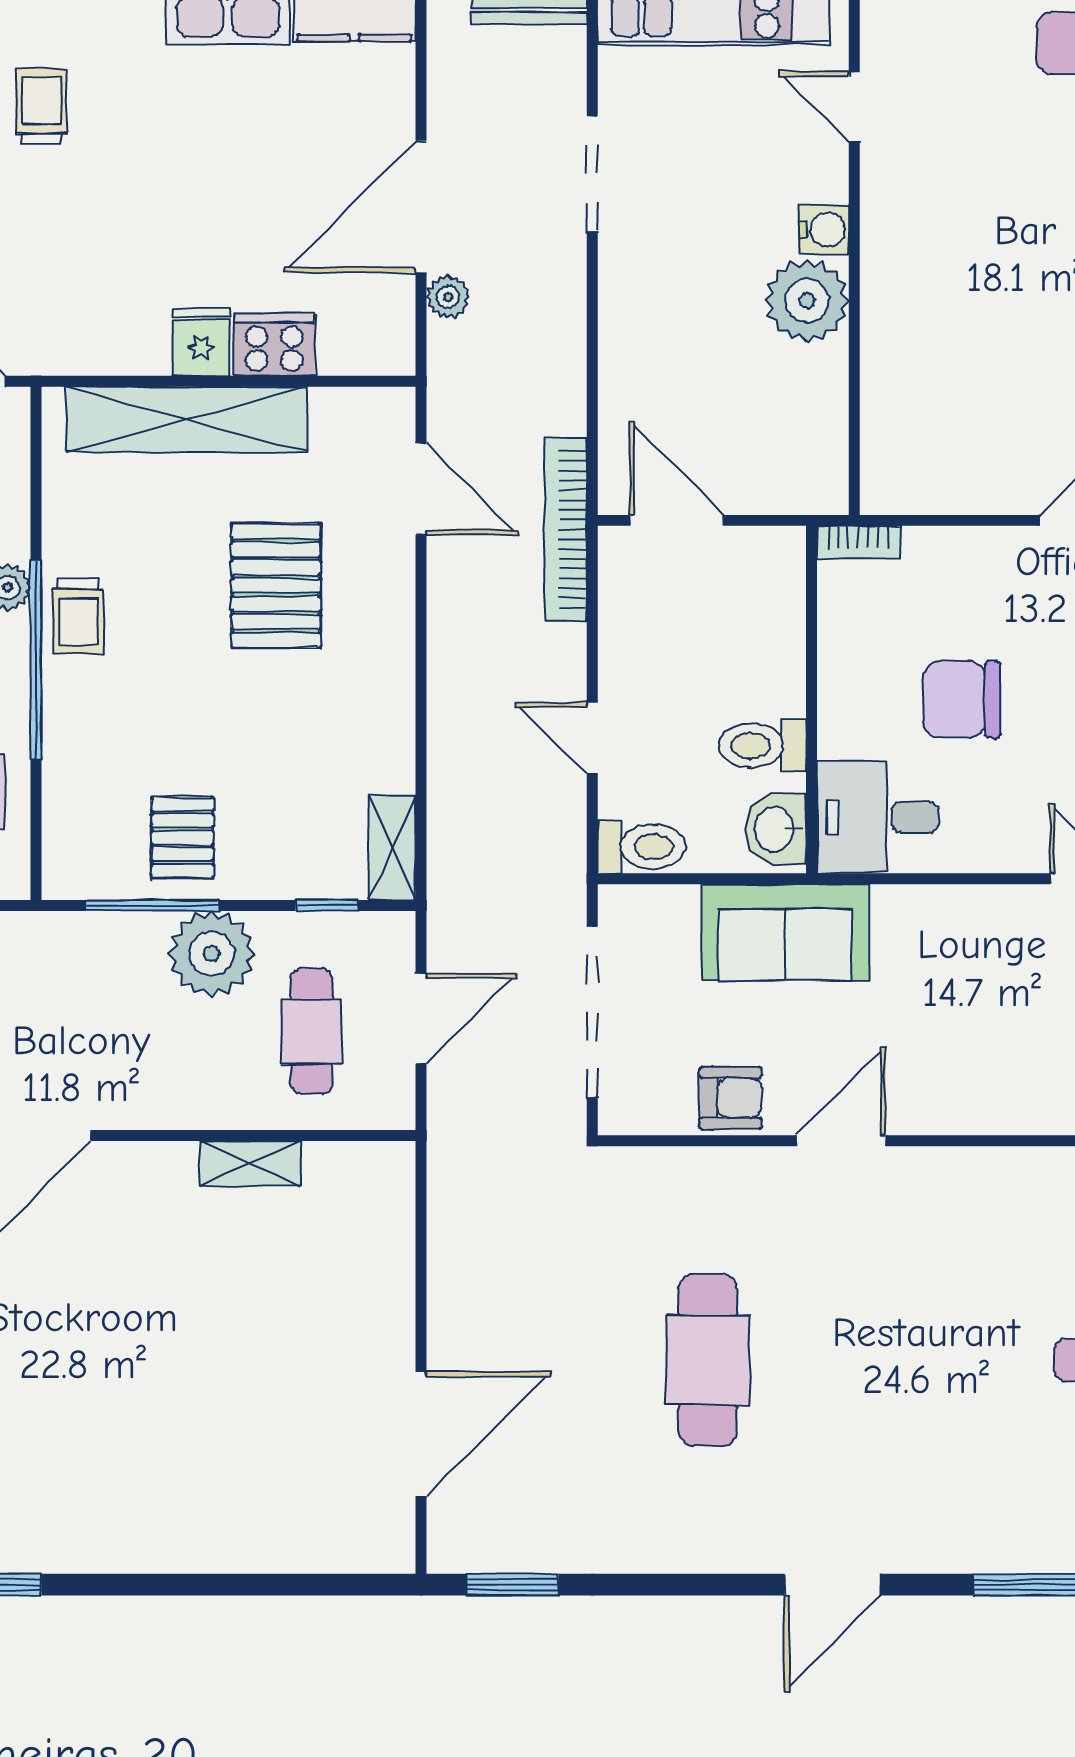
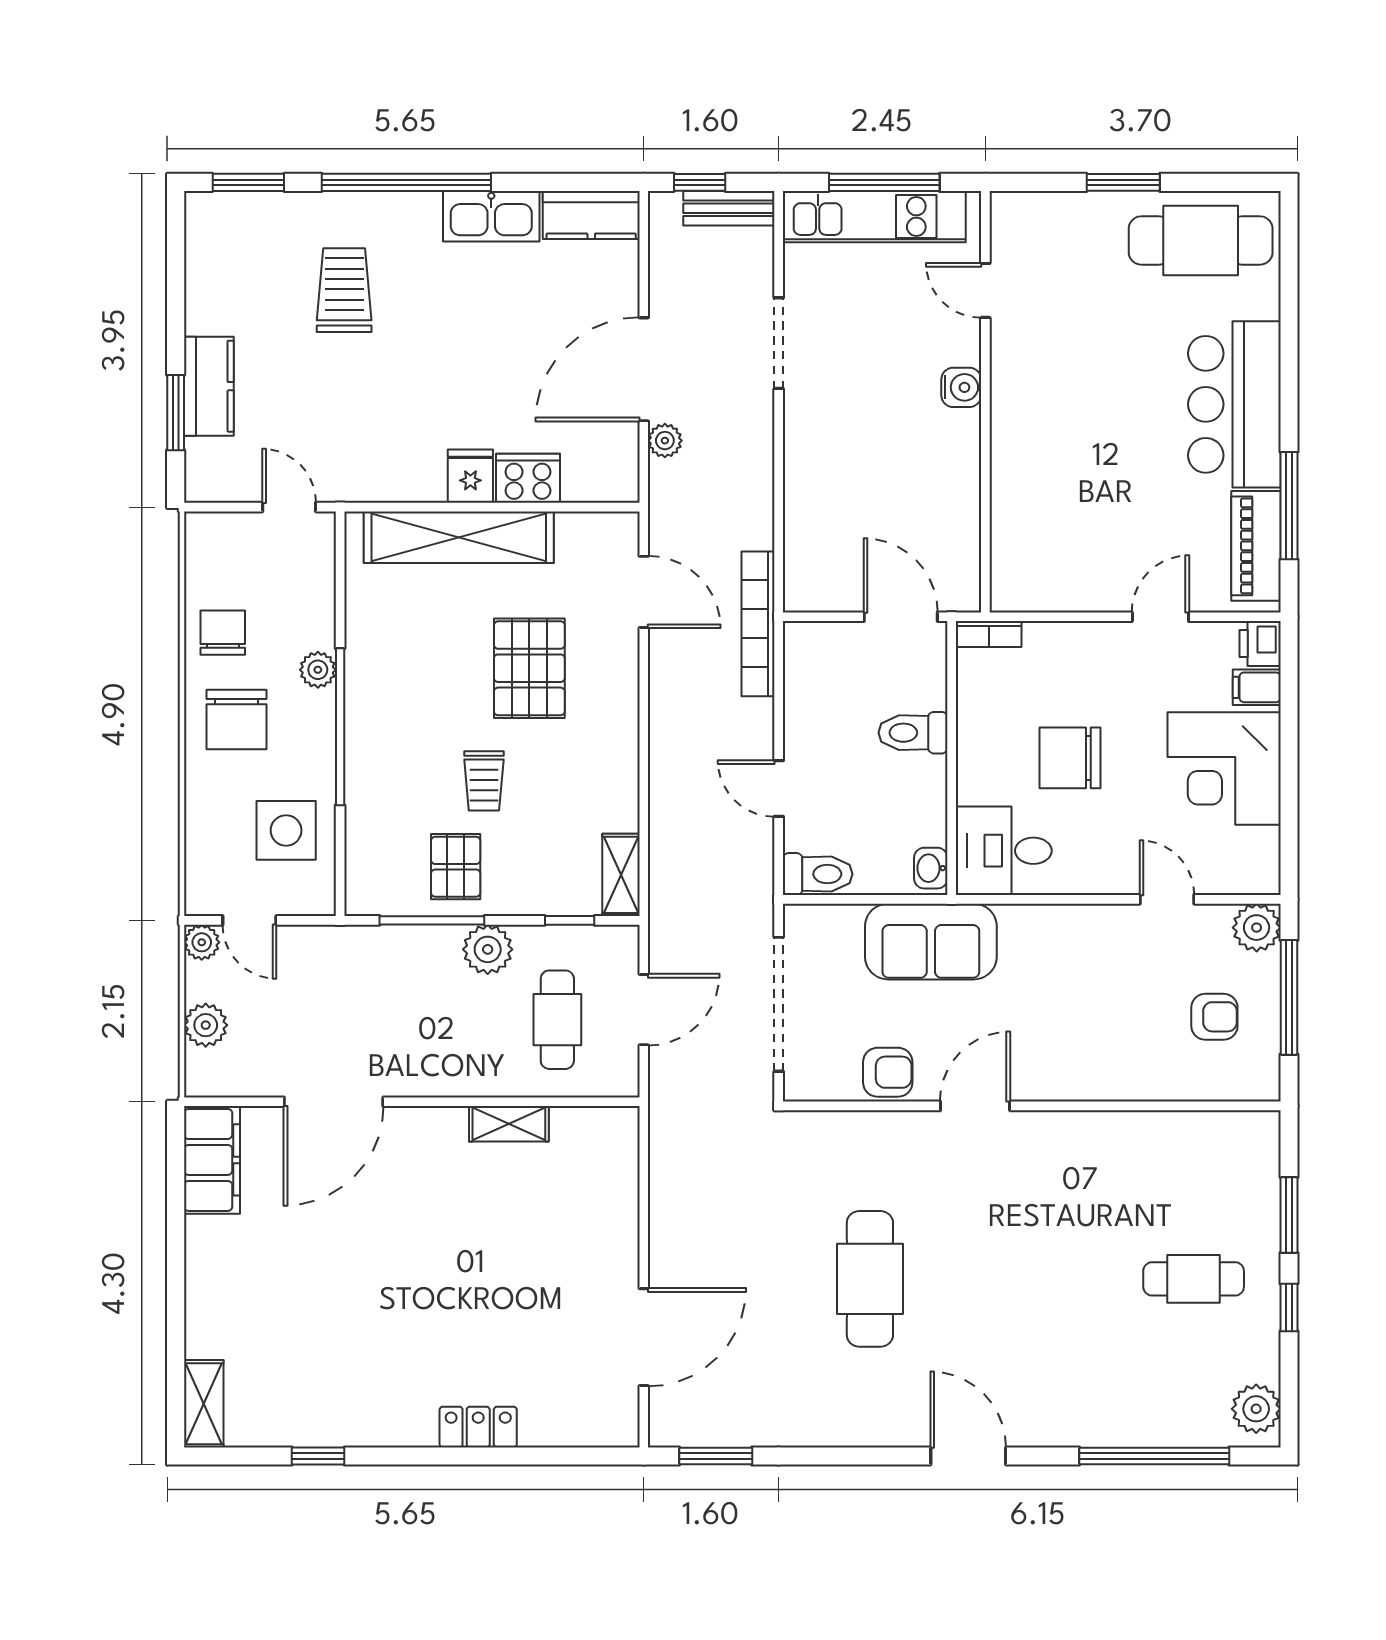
trolley: (41, 106) -> (344, 290), width x1.36, depth x1.39
plant: (807, 301) -> (948, 444), removed
door: (677, 520) -> (901, 617), moved
trolley: (78, 616) -> (484, 781), moved
toilet: (762, 746) -> (913, 733), moved
washbasin: (776, 829) -> (931, 868), width x0.72, depth x0.69
plant: (212, 954) -> (488, 949), width x0.73, depth x0.73
locker: (211, 1548) -> (478, 1427), added
door: (833, 1585) -> (968, 1456), swing flipped

